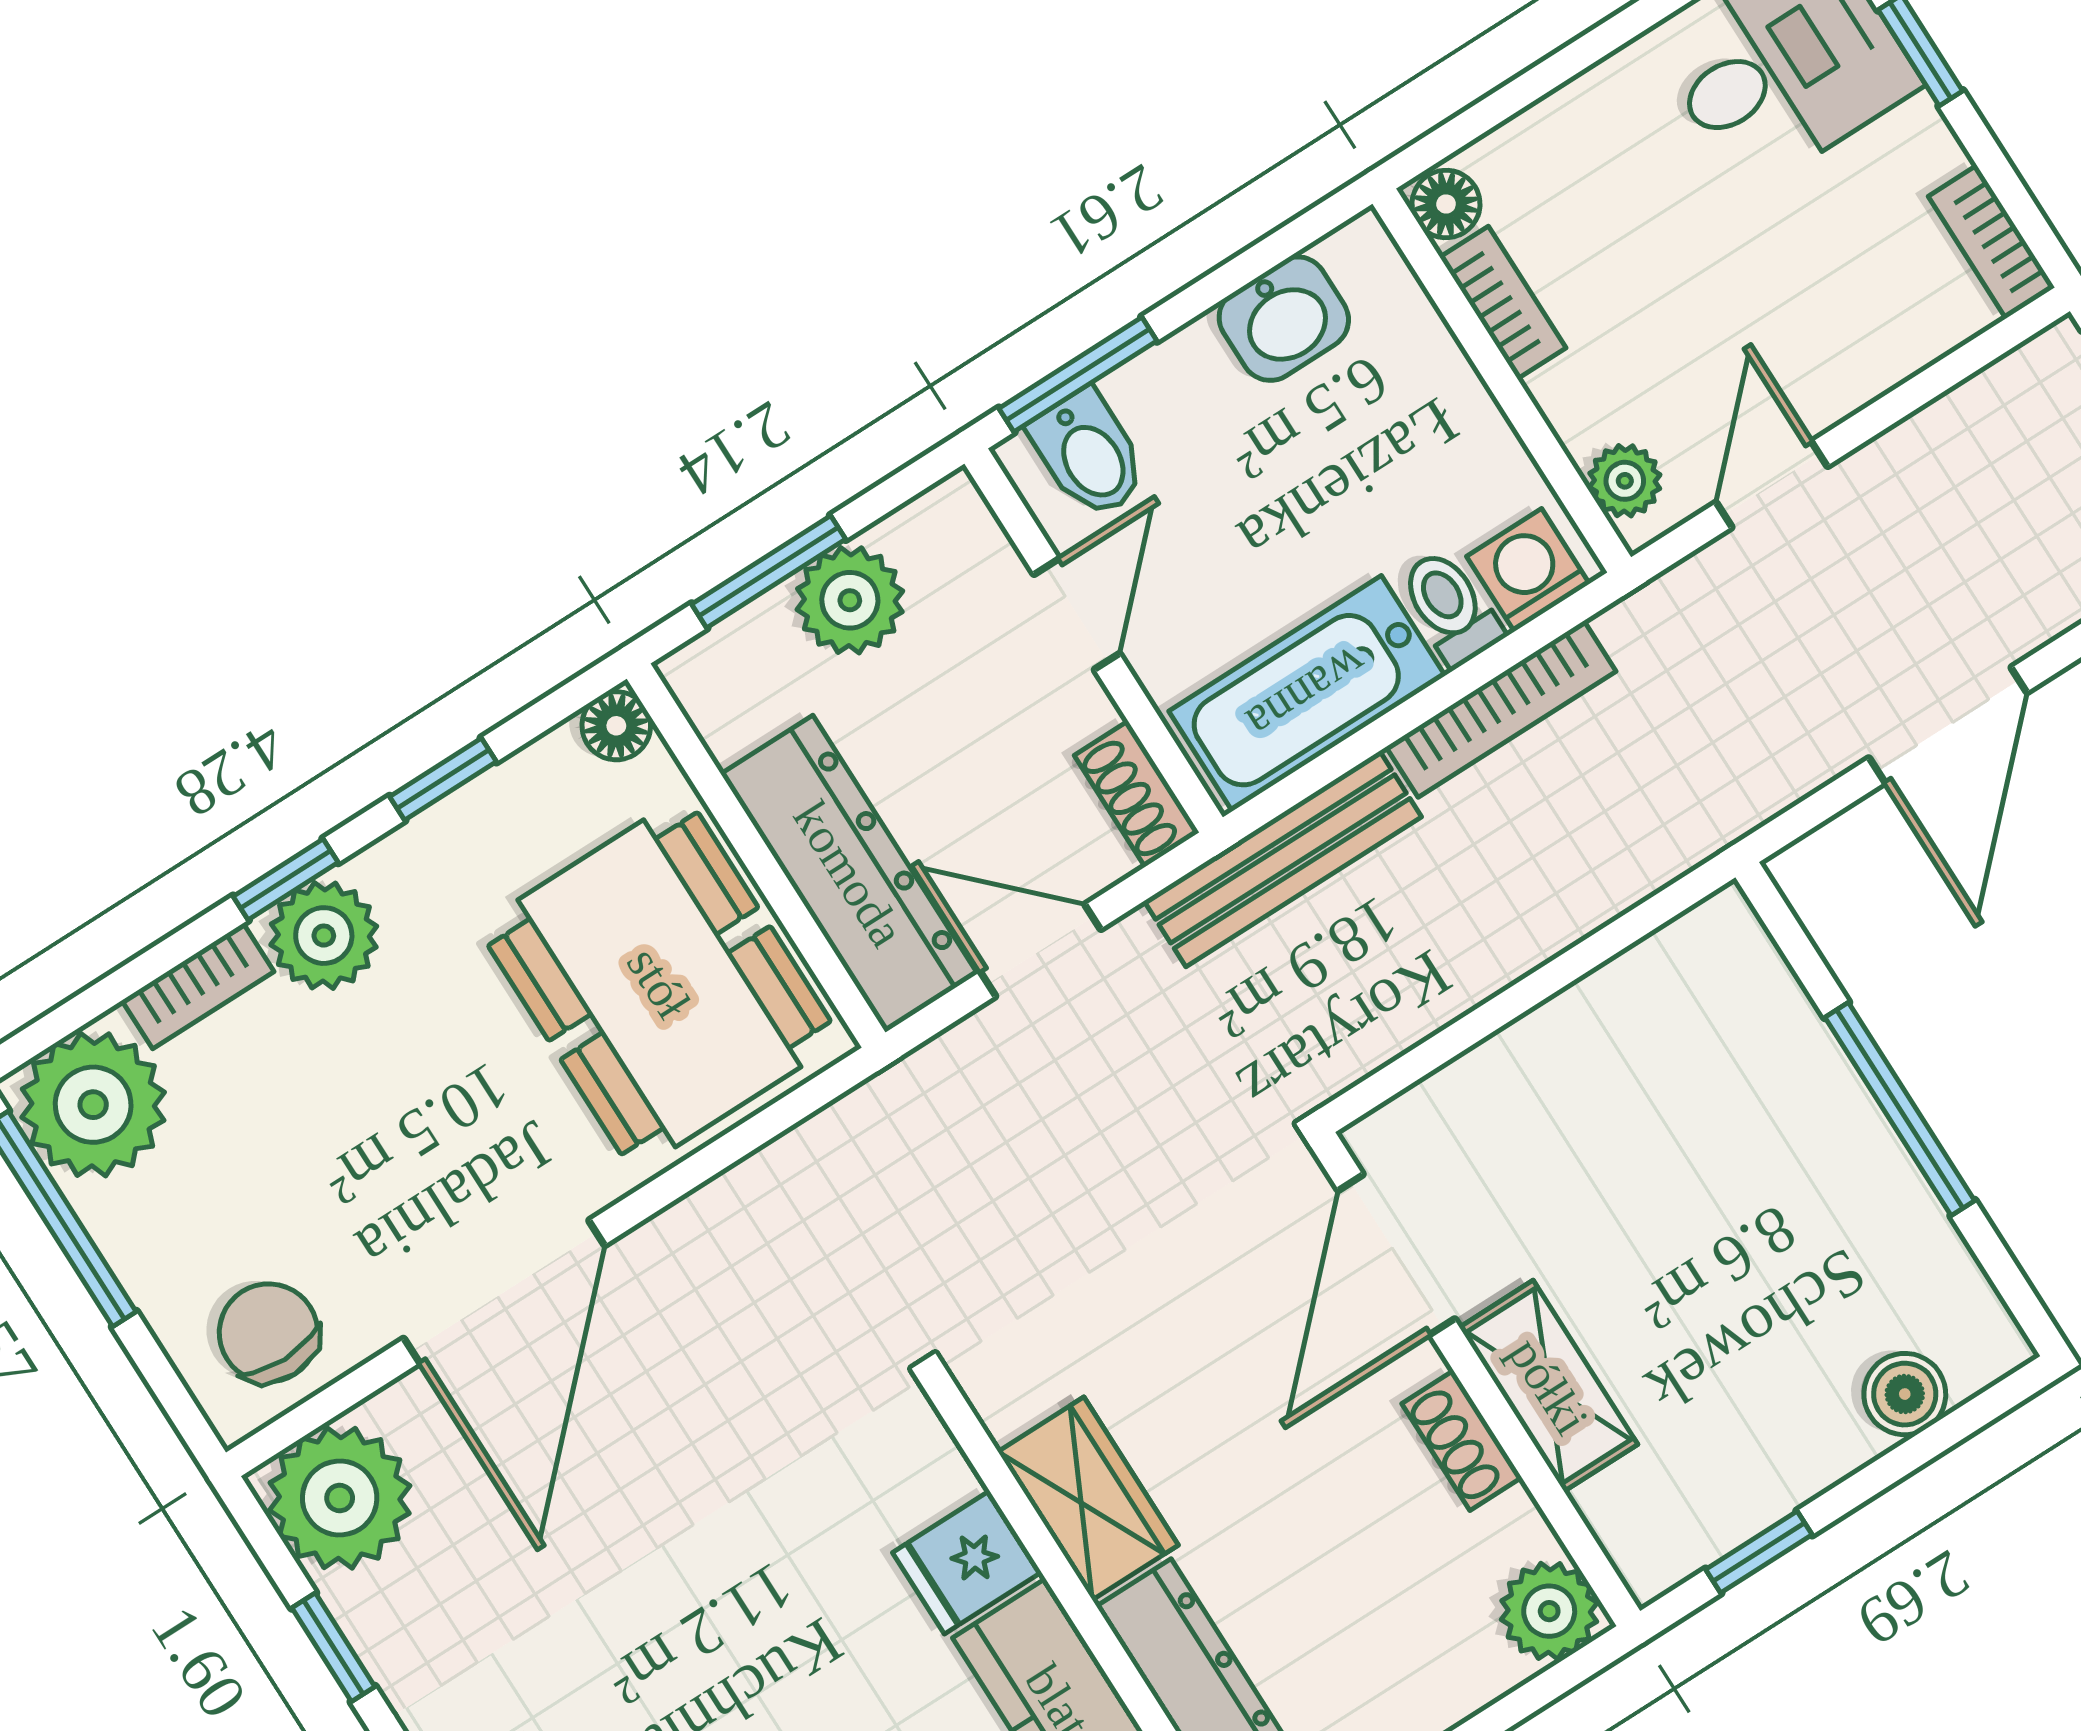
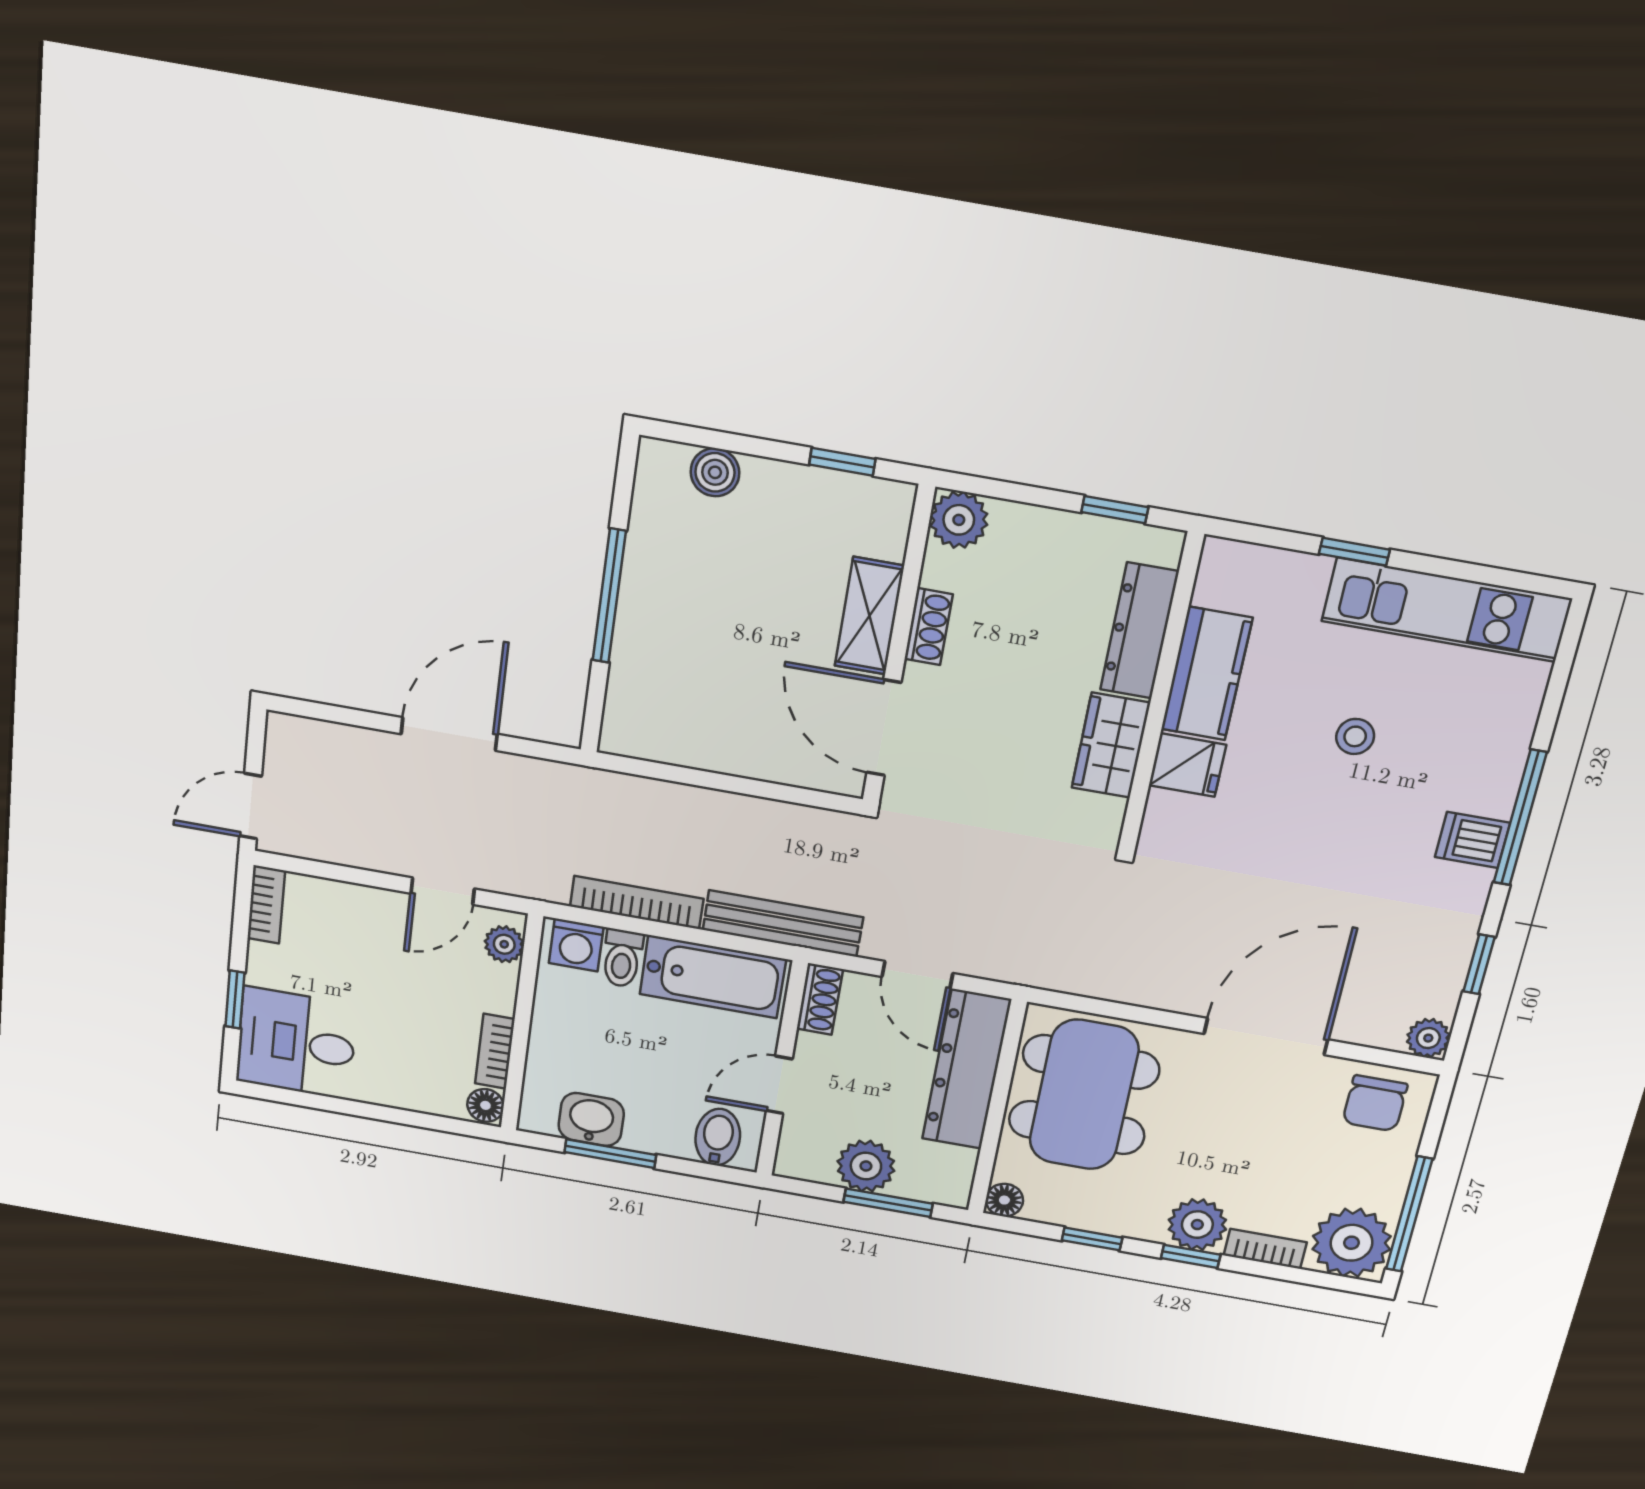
window: (1078, 375) -> (610, 1154), moved
door: (1397, 1255) -> (884, 728), swing flipped
plant: (340, 1498) -> (1428, 1038), width x0.53, depth x0.53

